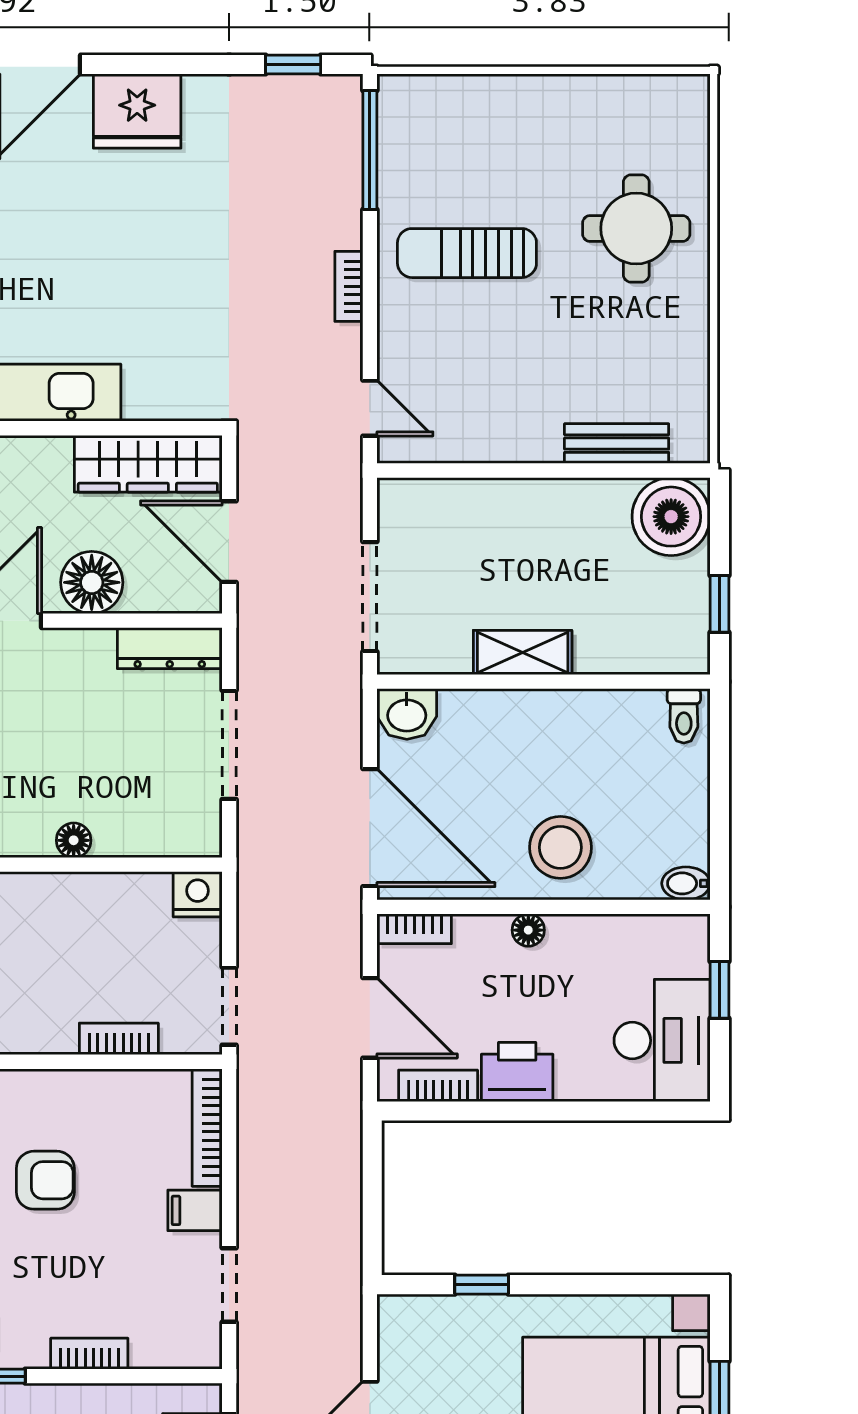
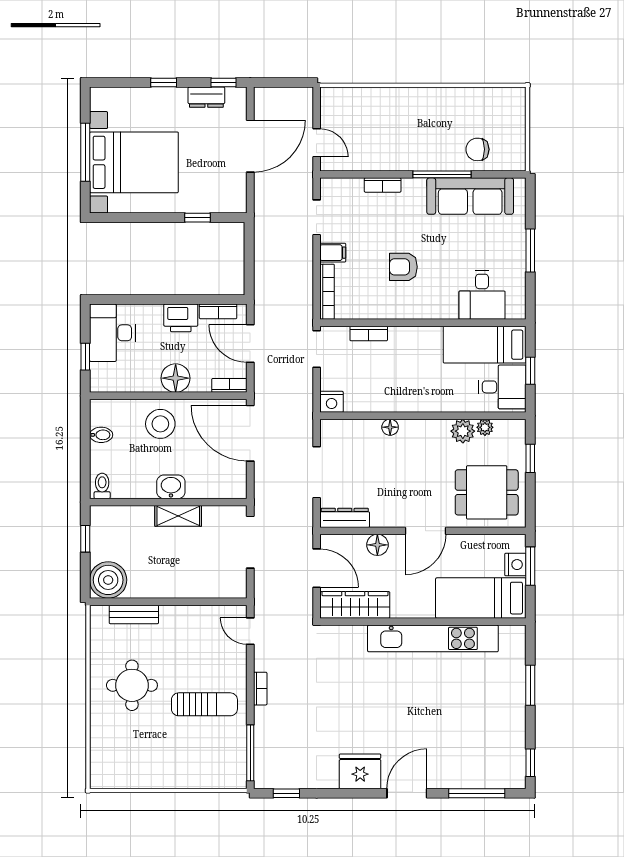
round table: (636, 228) -> (132, 685), moved
floor lamp: (92, 582) -> (377, 545), width x0.73, depth x0.73
washbasin: (407, 714) -> (171, 487), moved
bidet: (686, 883) -> (101, 435), moved
floor lamp: (528, 930) -> (176, 378), width x1.89, depth x1.89

